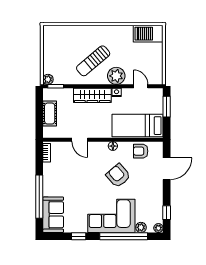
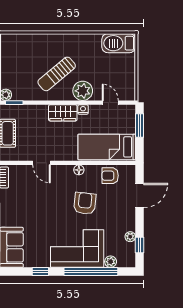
wardrobe: (92, 95) -> (63, 113), width x0.67
armchair: (118, 176) -> (85, 203), turned 47
plant: (158, 228) -> (130, 237), moved

